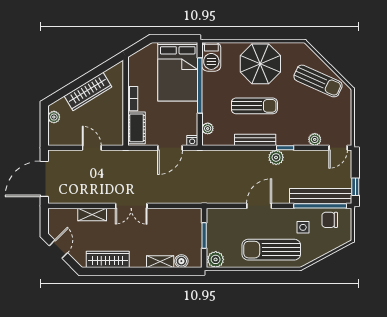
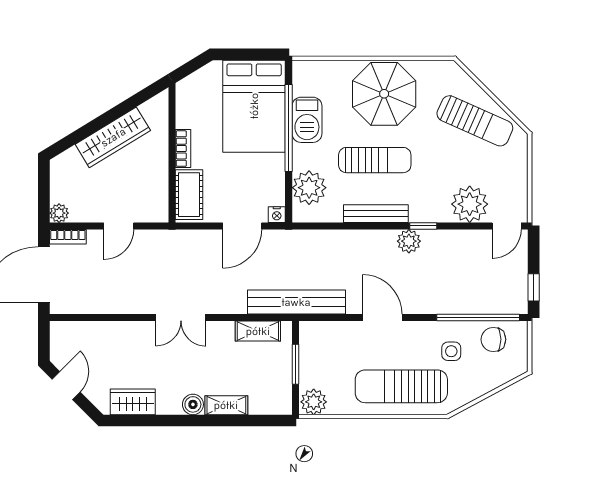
barbecue: (211, 57) -> (307, 120), moved
plant: (54, 117) -> (59, 213), moved
plant: (208, 128) -> (309, 188), width x1.88, depth x1.88
plant: (315, 139) -> (470, 204), width x1.88, depth x1.88
door: (92, 148) -> (119, 226), swing flipped
bookcase: (59, 155) -> (68, 237), added
bench: (321, 196) -> (296, 302), moved
door: (259, 206) -> (382, 318), hinge flipped
shelving: (92, 215) -> (258, 331), moved
wardrobe: (108, 259) -> (133, 402), width x0.67
boiler: (181, 261) -> (193, 404), moved

